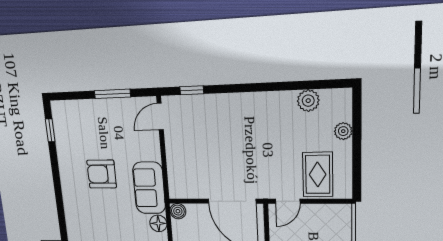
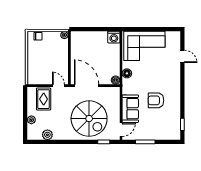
spiral stairs: (224, 137) -> (89, 119), added
armchair: (102, 174) -> (156, 100), turned 180
sofa: (149, 188) -> (130, 109), moved
door: (288, 201) -> (58, 86), hinge flipped

